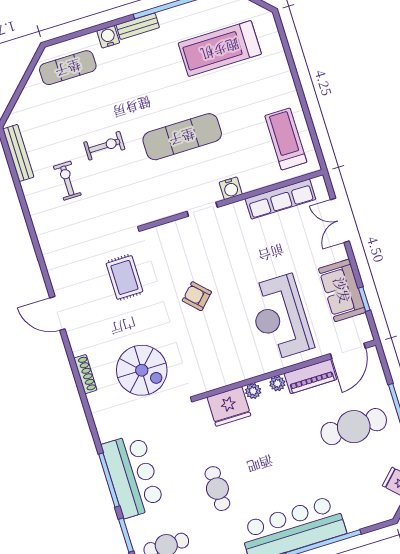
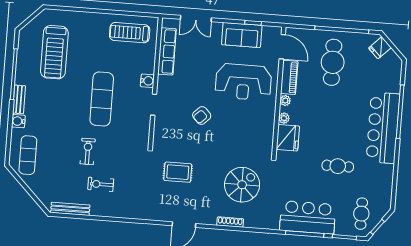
armchair: (197, 296) -> (202, 116), moved

